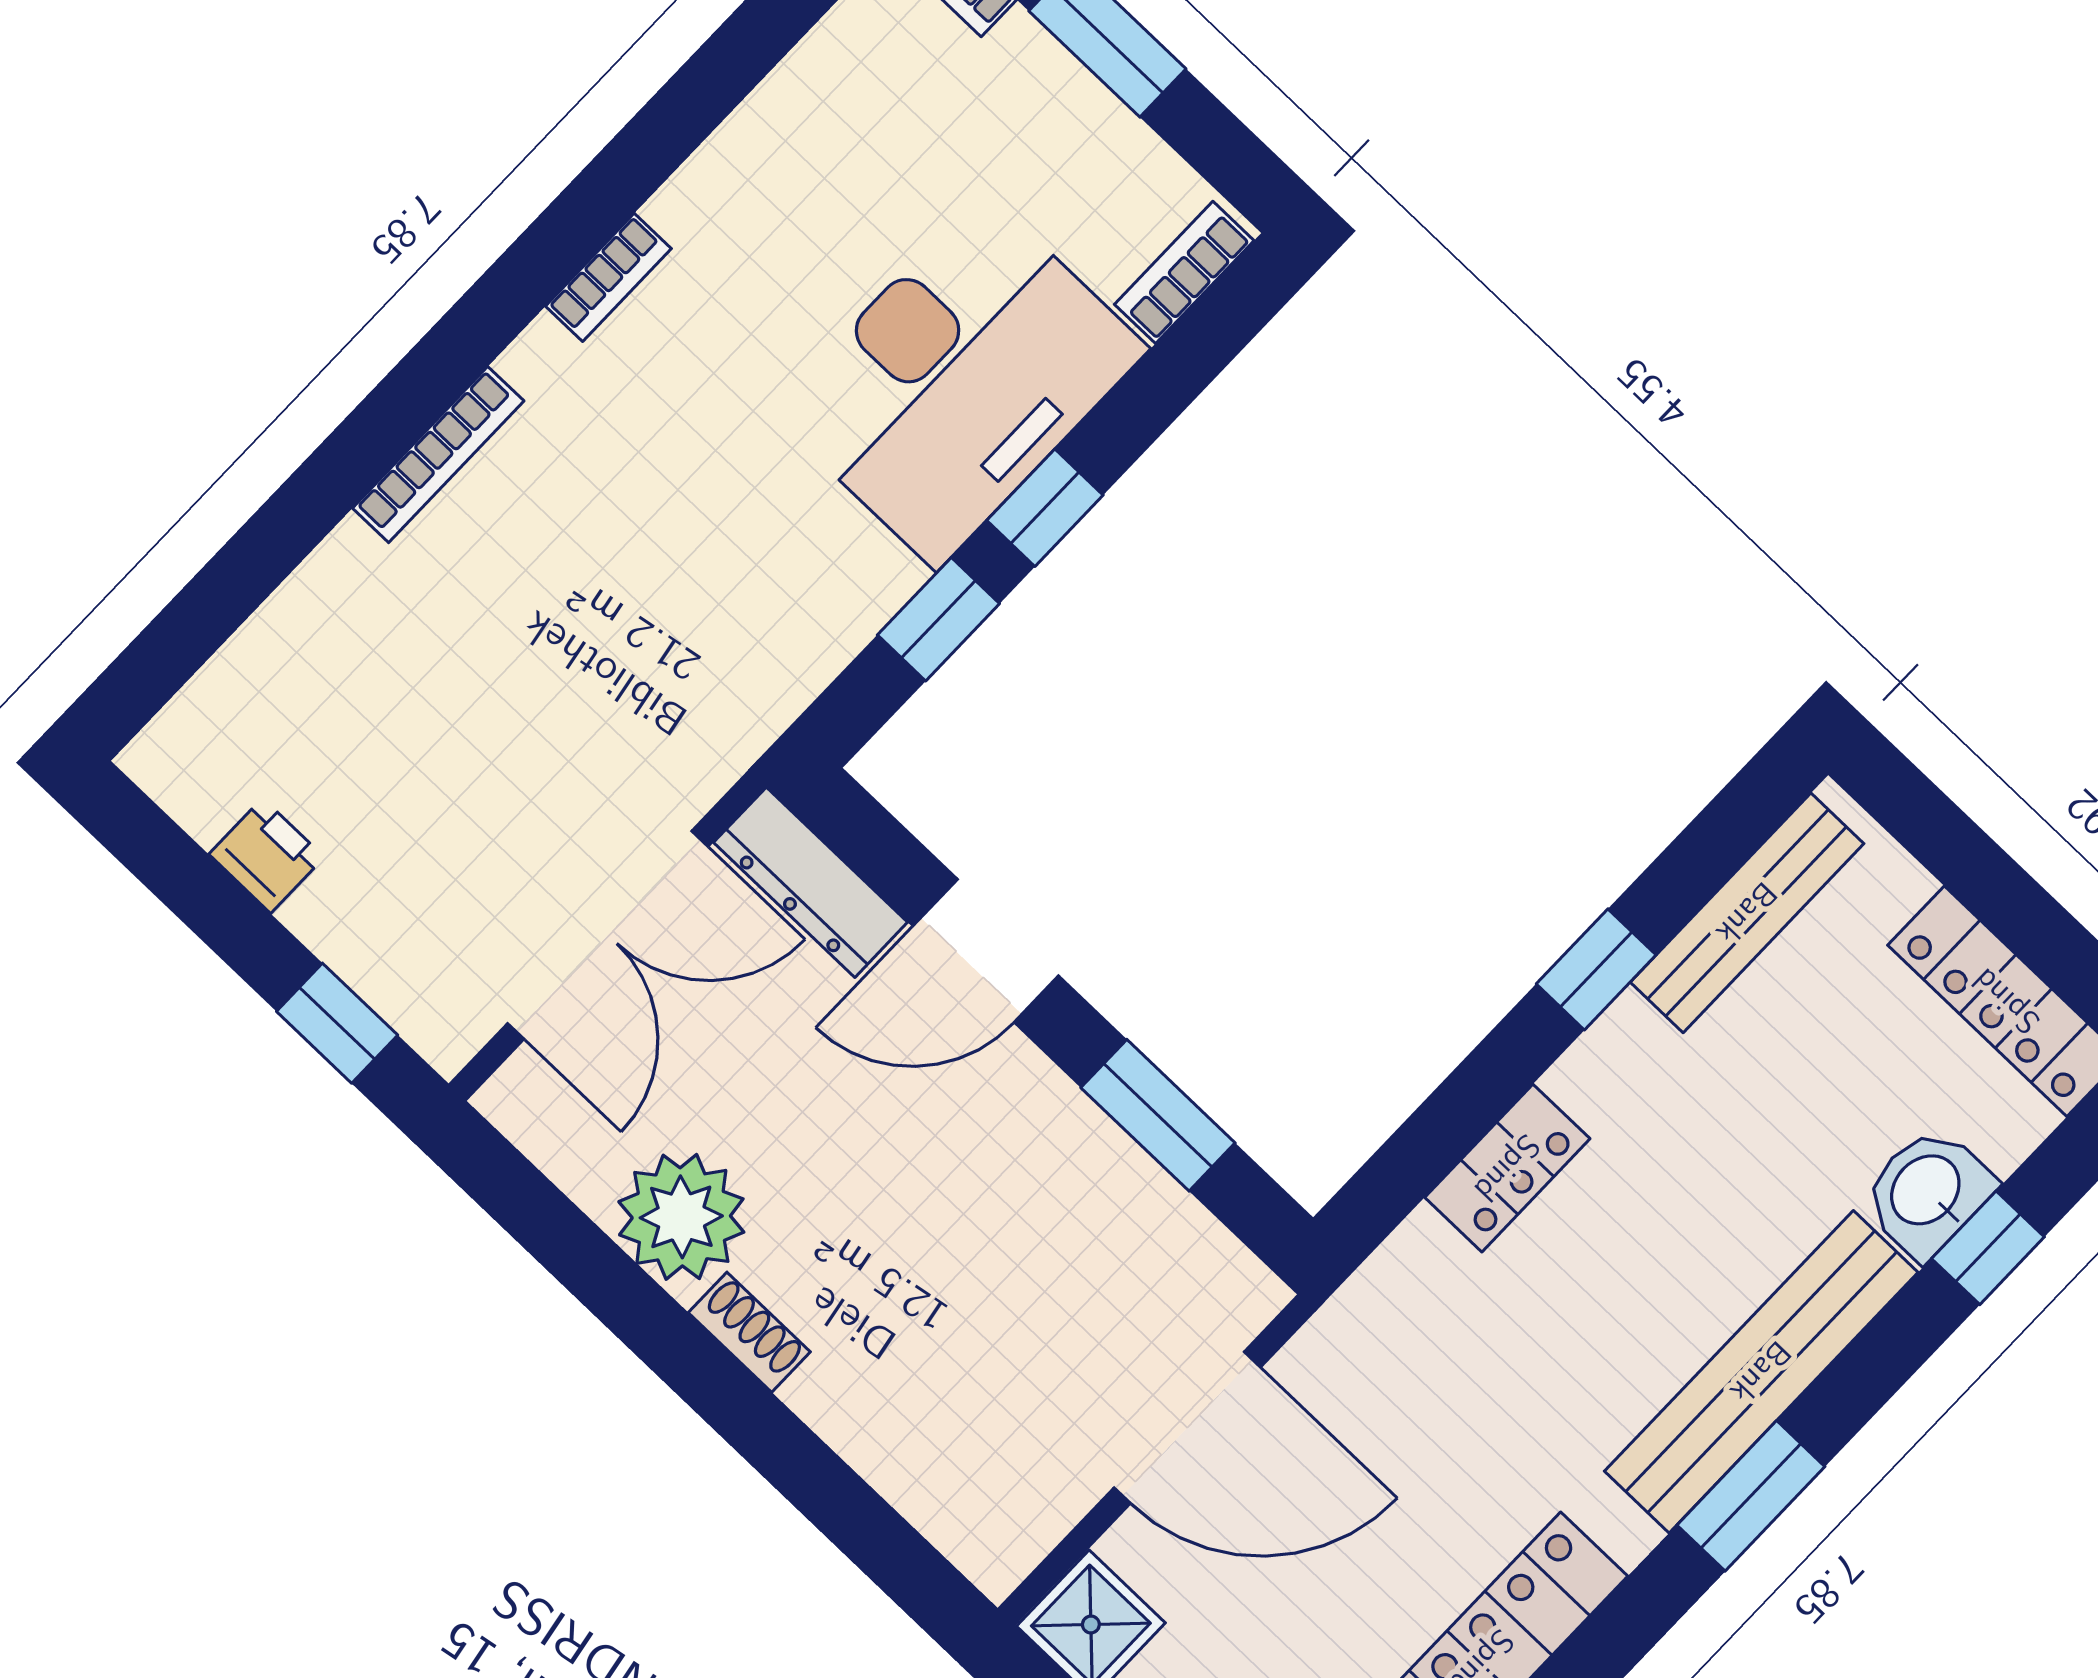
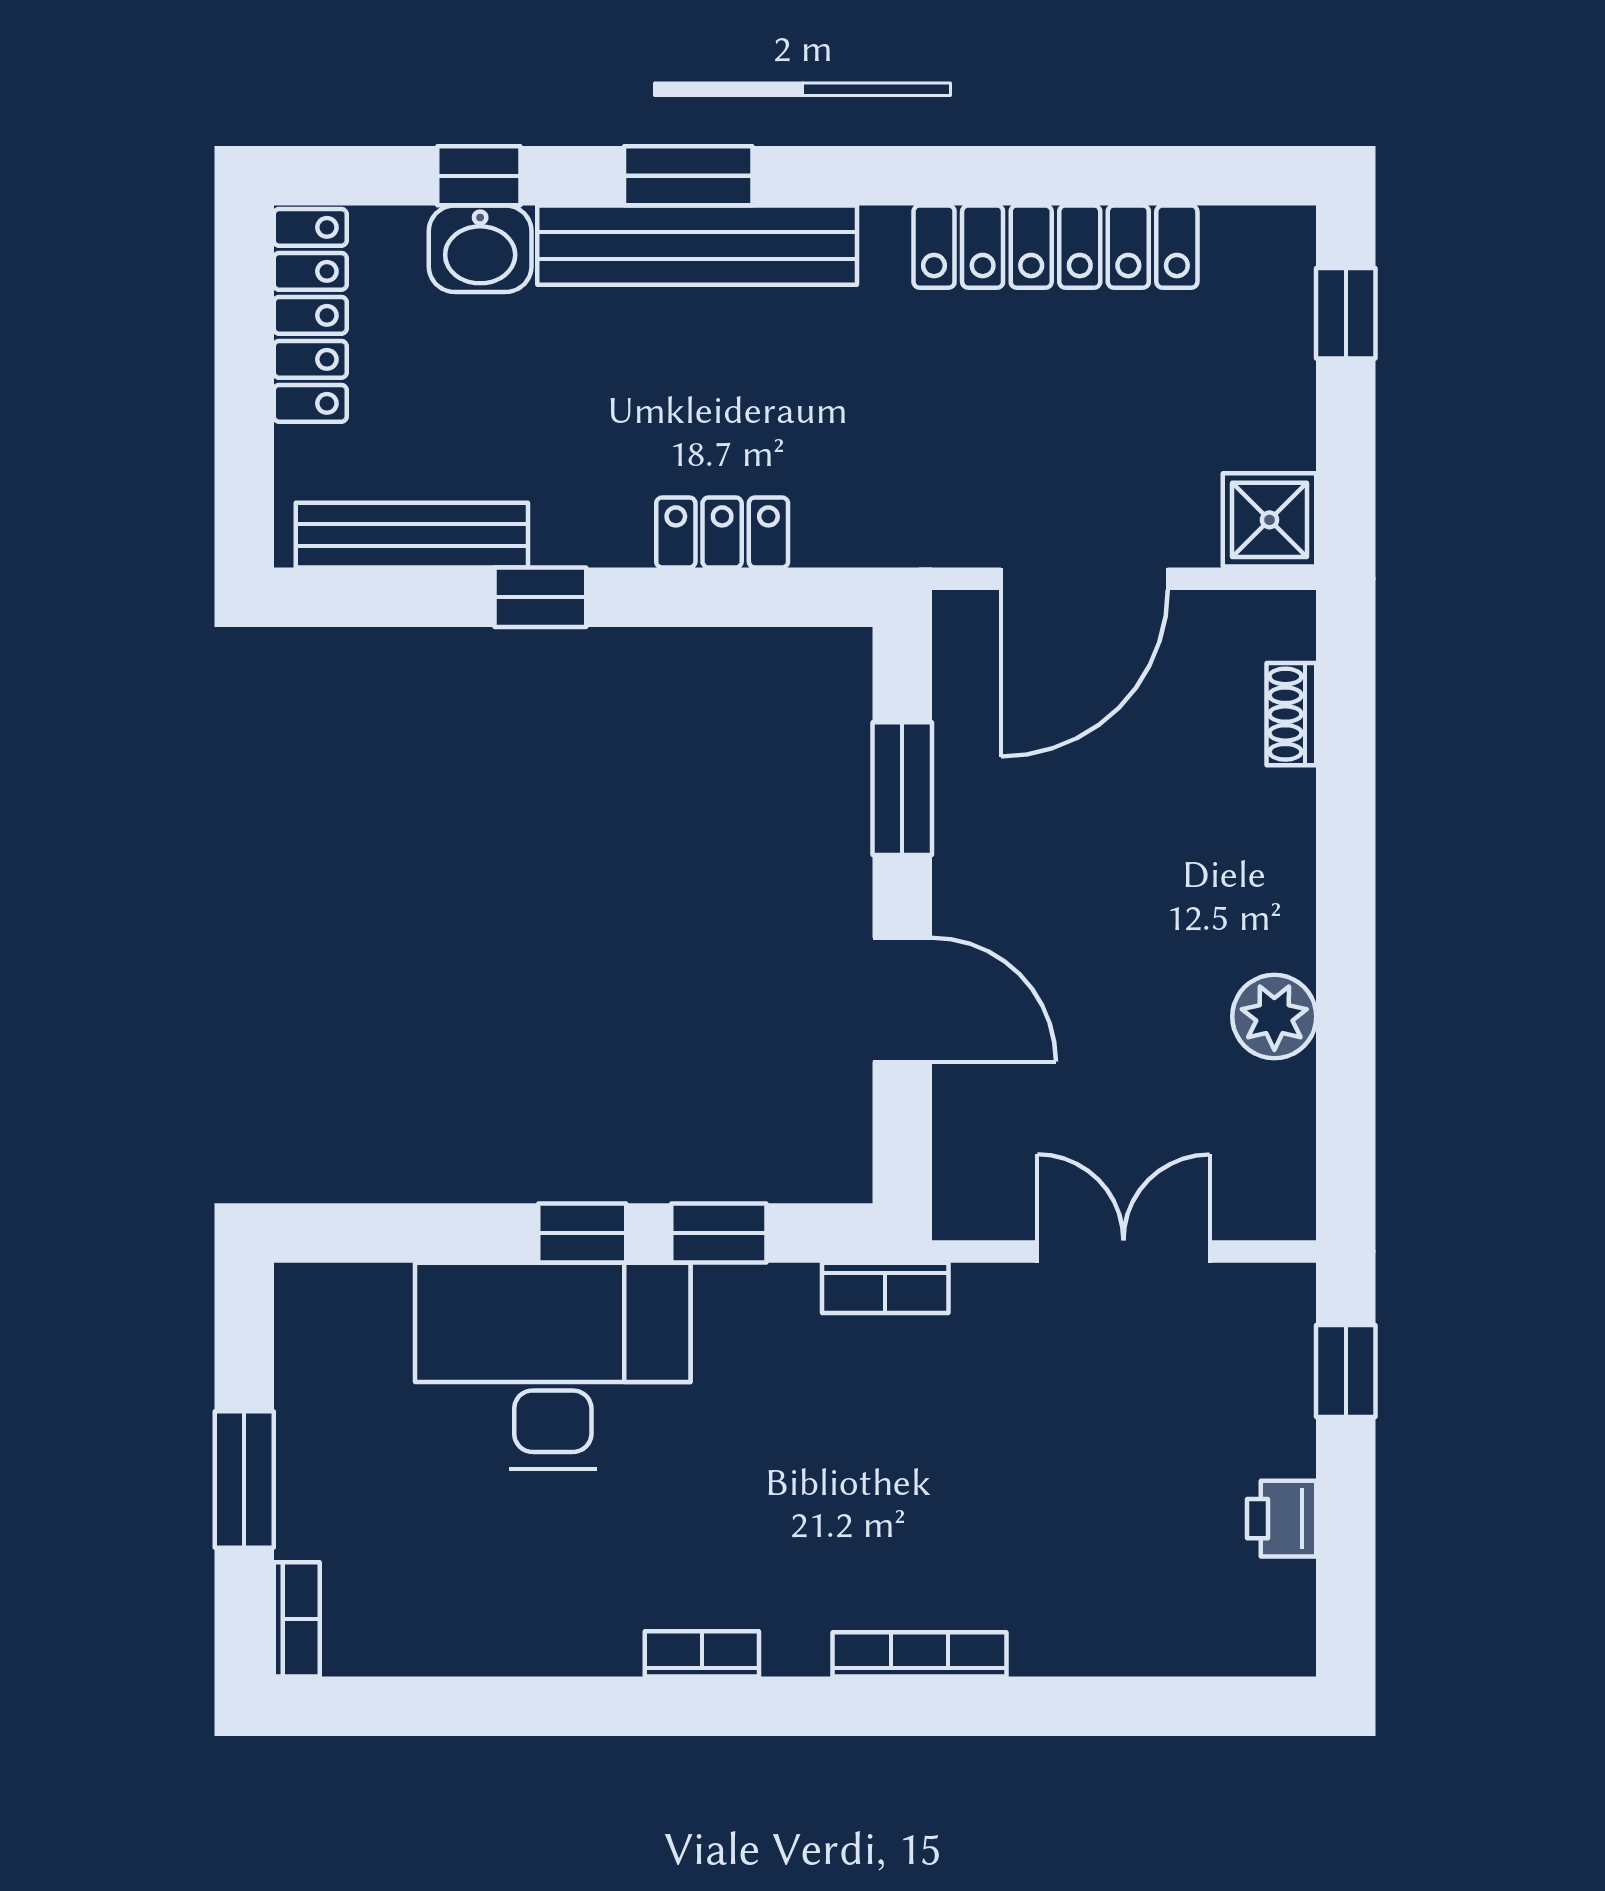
bookcase: (1184, 272) -> (885, 1288), moved
dresser: (811, 882) -> (966, 1154), removed
double door: (608, 935) -> (1124, 1252), width x0.73
plant: (681, 1217) -> (1274, 1017), width x0.73, depth x0.73
shoe rack: (749, 1332) -> (1291, 714), moved
door: (1187, 1427) -> (1084, 579), swing flipped
window: (1751, 1496) -> (688, 176), moved

